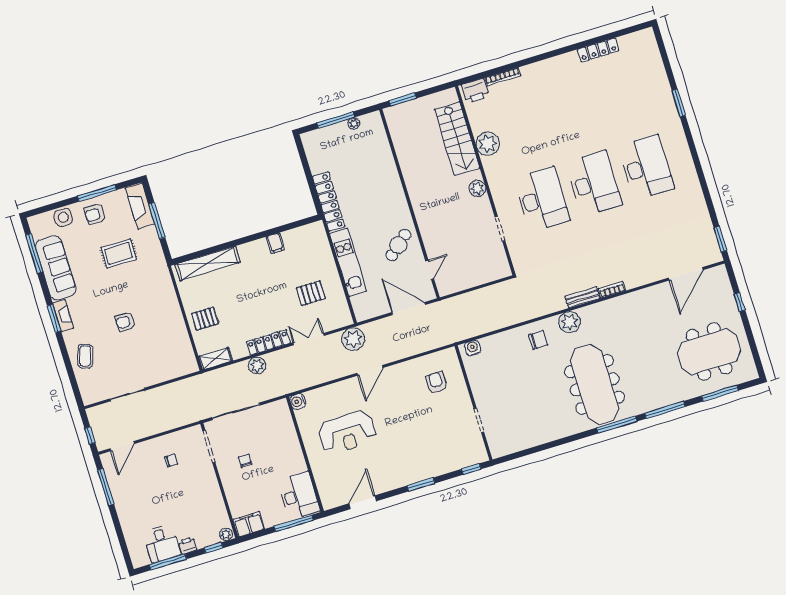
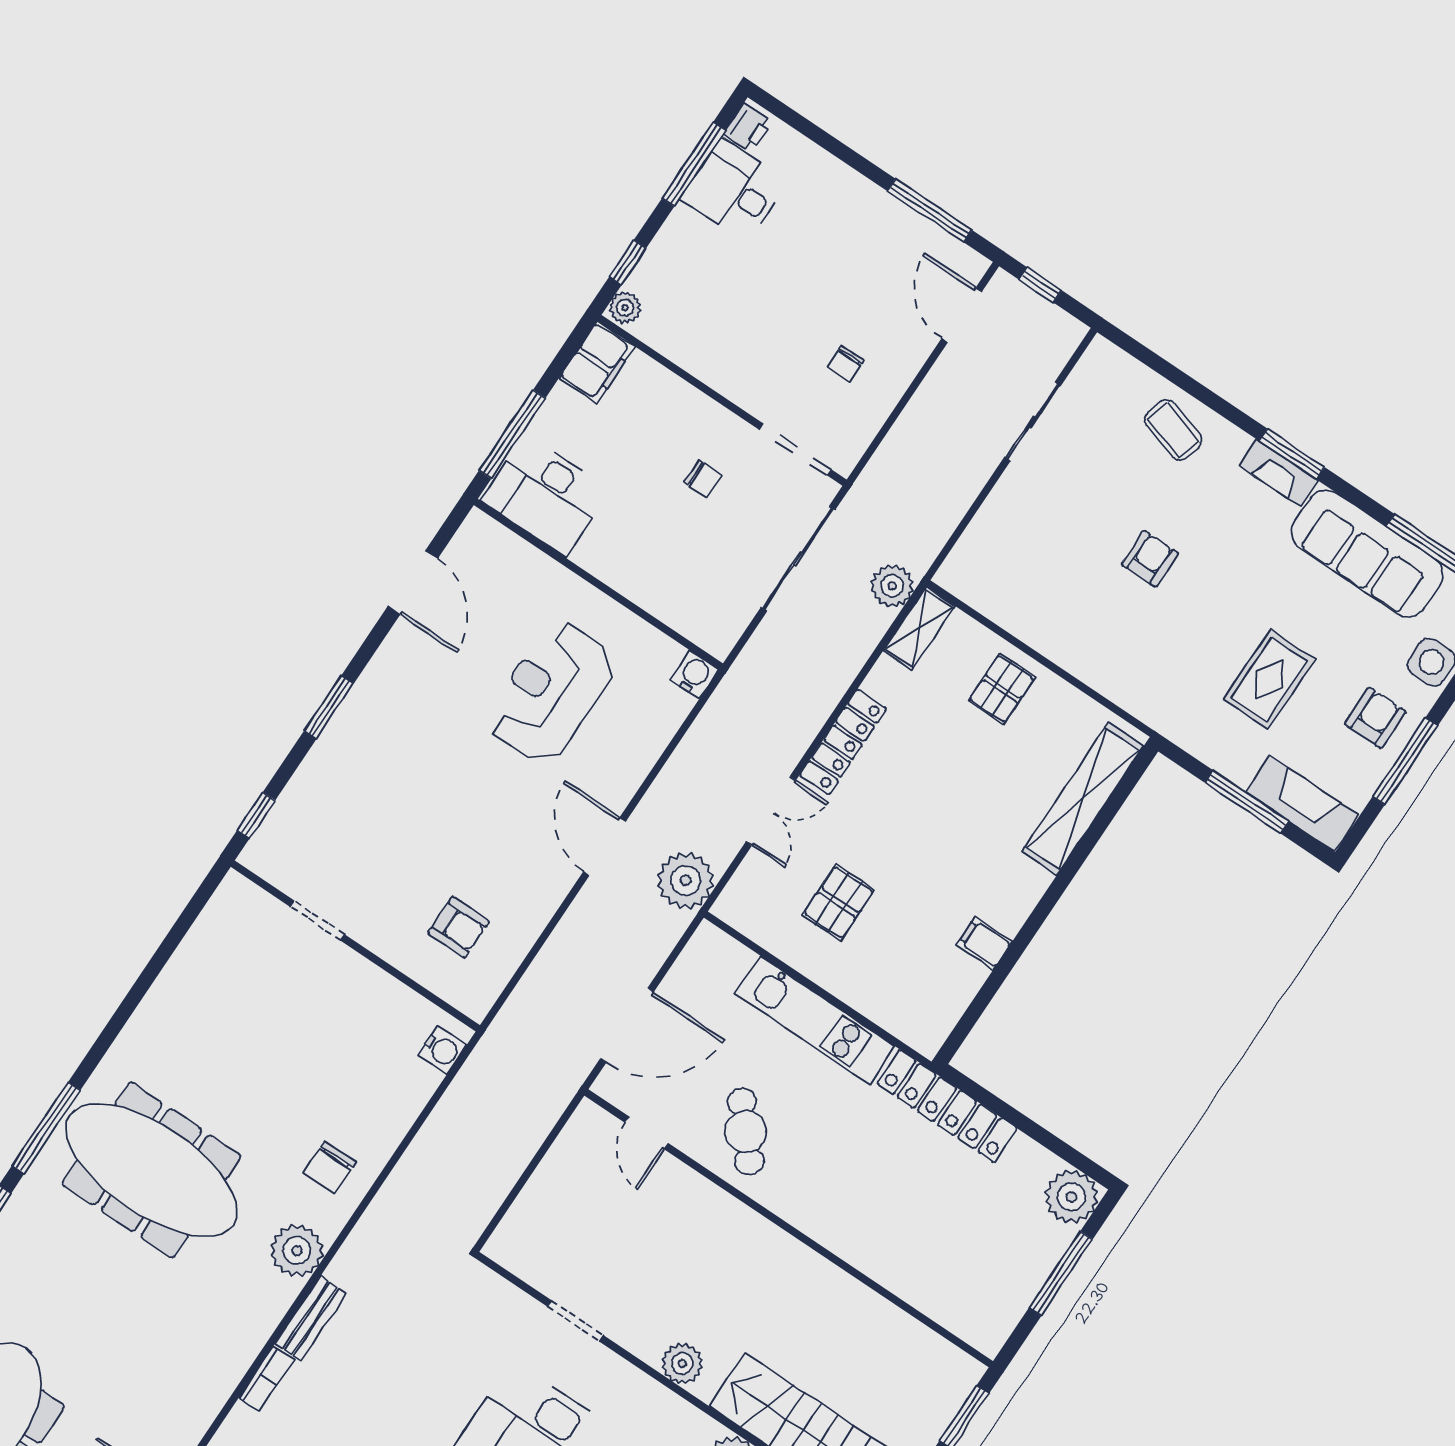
plant: (354, 124) -> (1071, 1197), moved, width x1.87, depth x1.87
plant: (257, 365) -> (892, 586), moved
printer: (188, 545) -> (748, 128), moved

